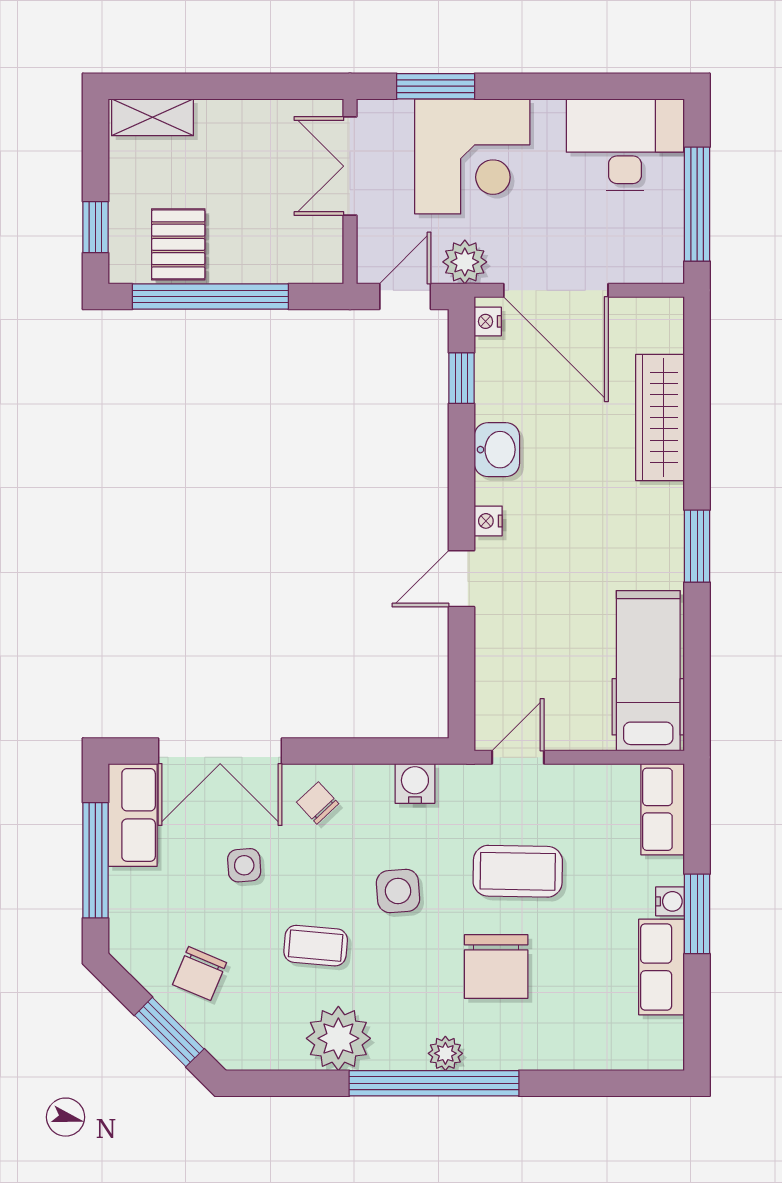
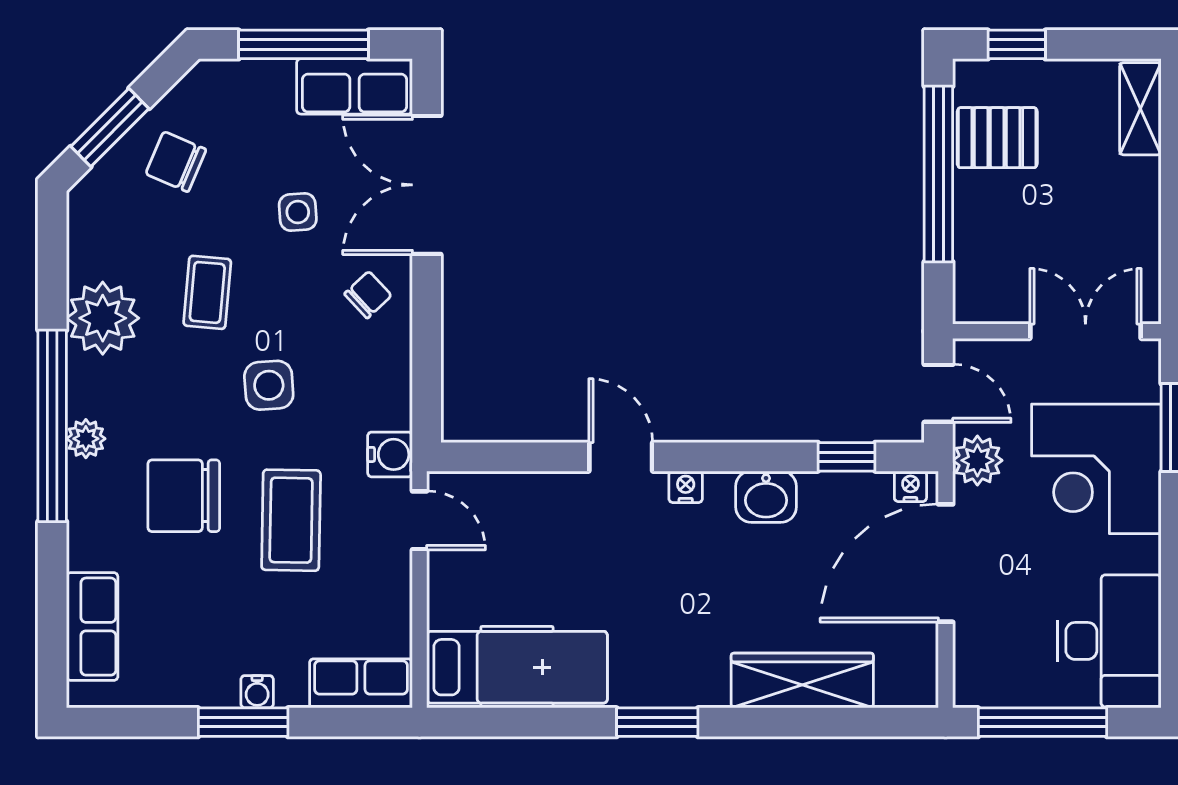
water cooler: (415, 783) -> (390, 454), moved
row of seats: (662, 967) -> (92, 627), moved, turned 90

